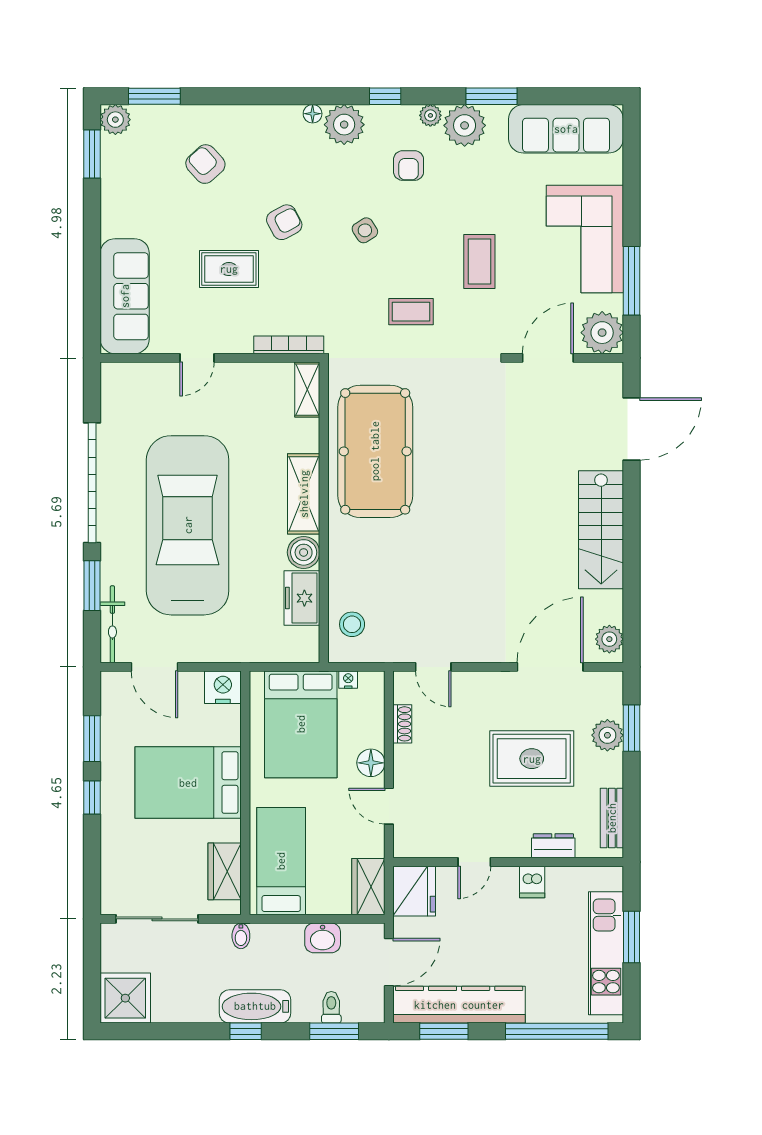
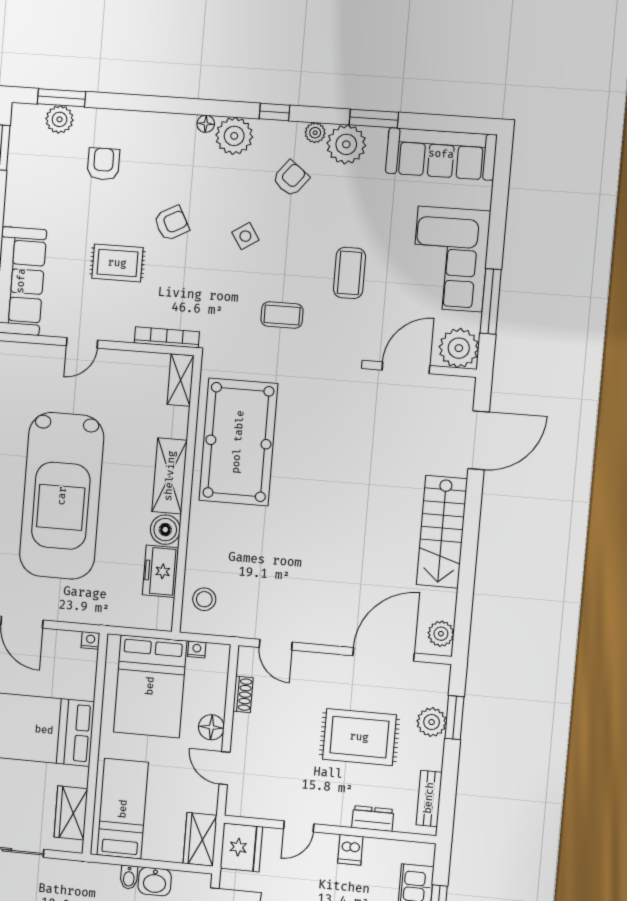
plant: (115, 120) -> (60, 119), moved
armchair: (205, 164) -> (103, 164), turned 42
armchair: (409, 166) -> (291, 178), turned -142
car: (188, 525) -> (62, 496), turned 180
nightstand: (223, 687) -> (91, 640), width x0.53, depth x0.56
bidet: (241, 936) -> (129, 877), moved

